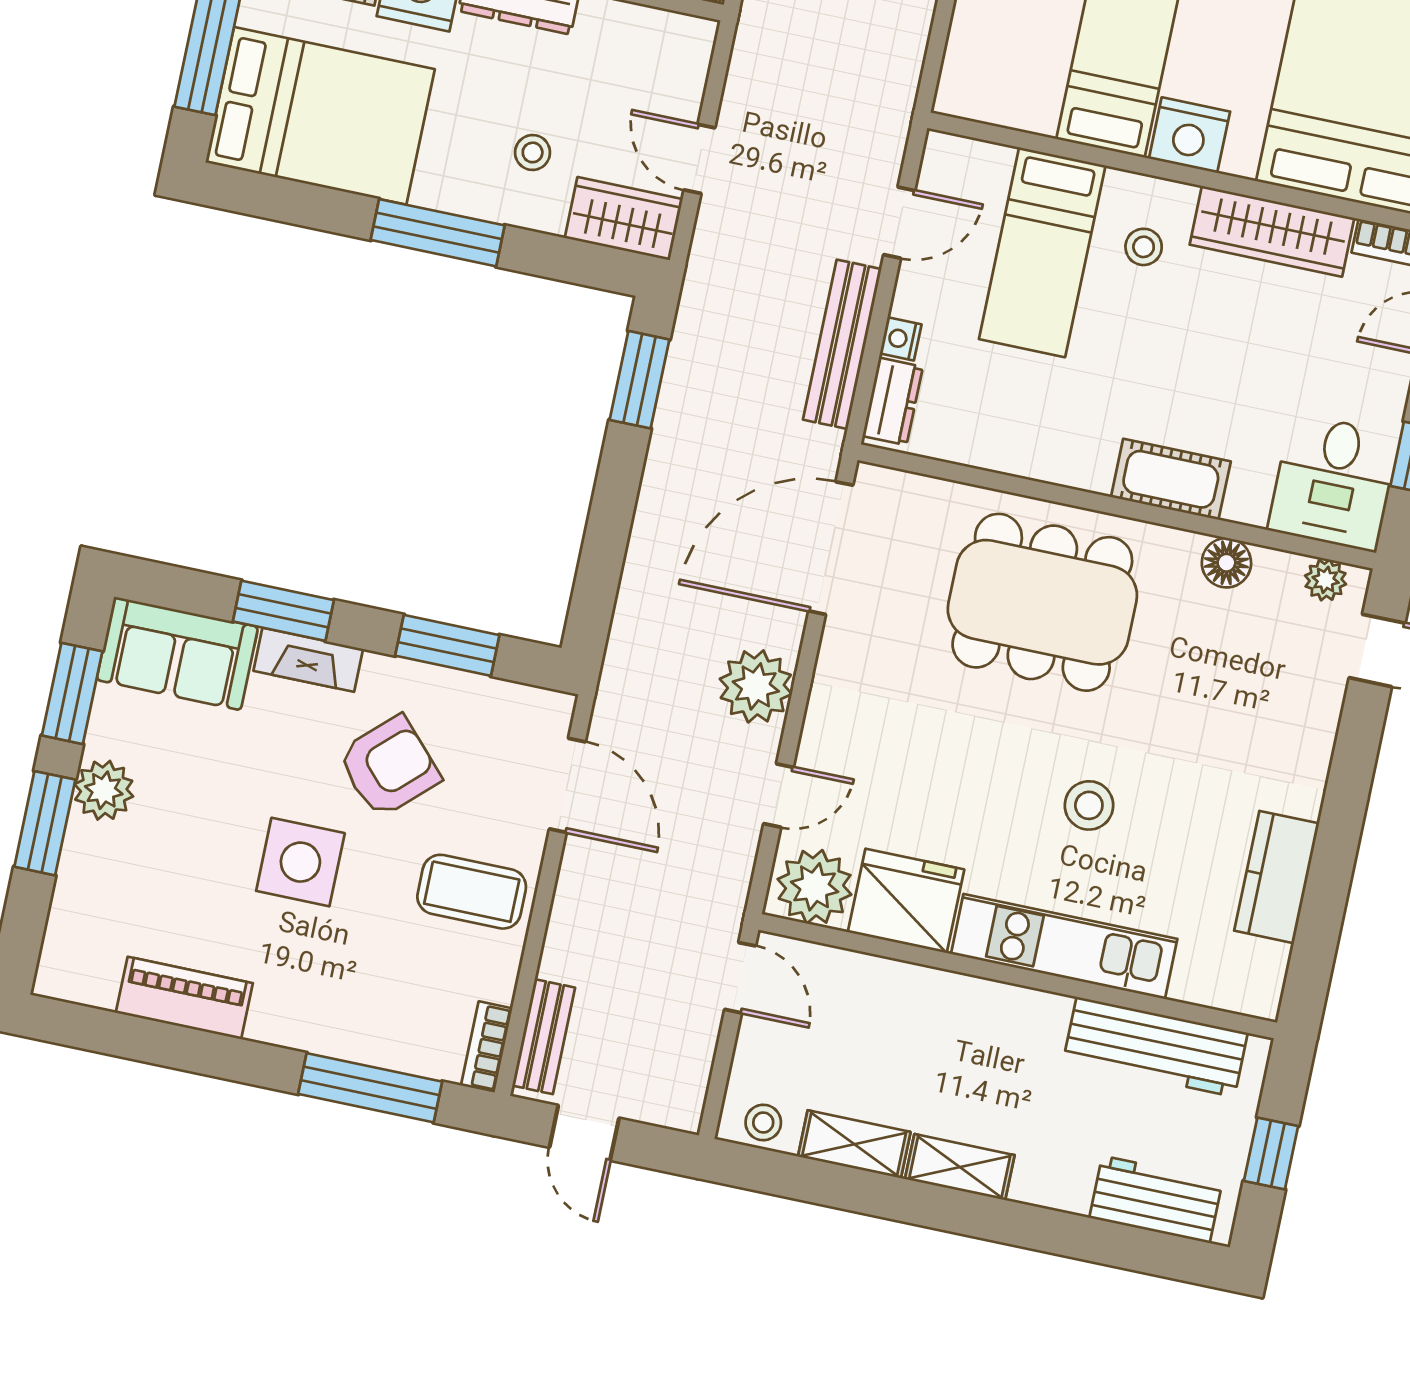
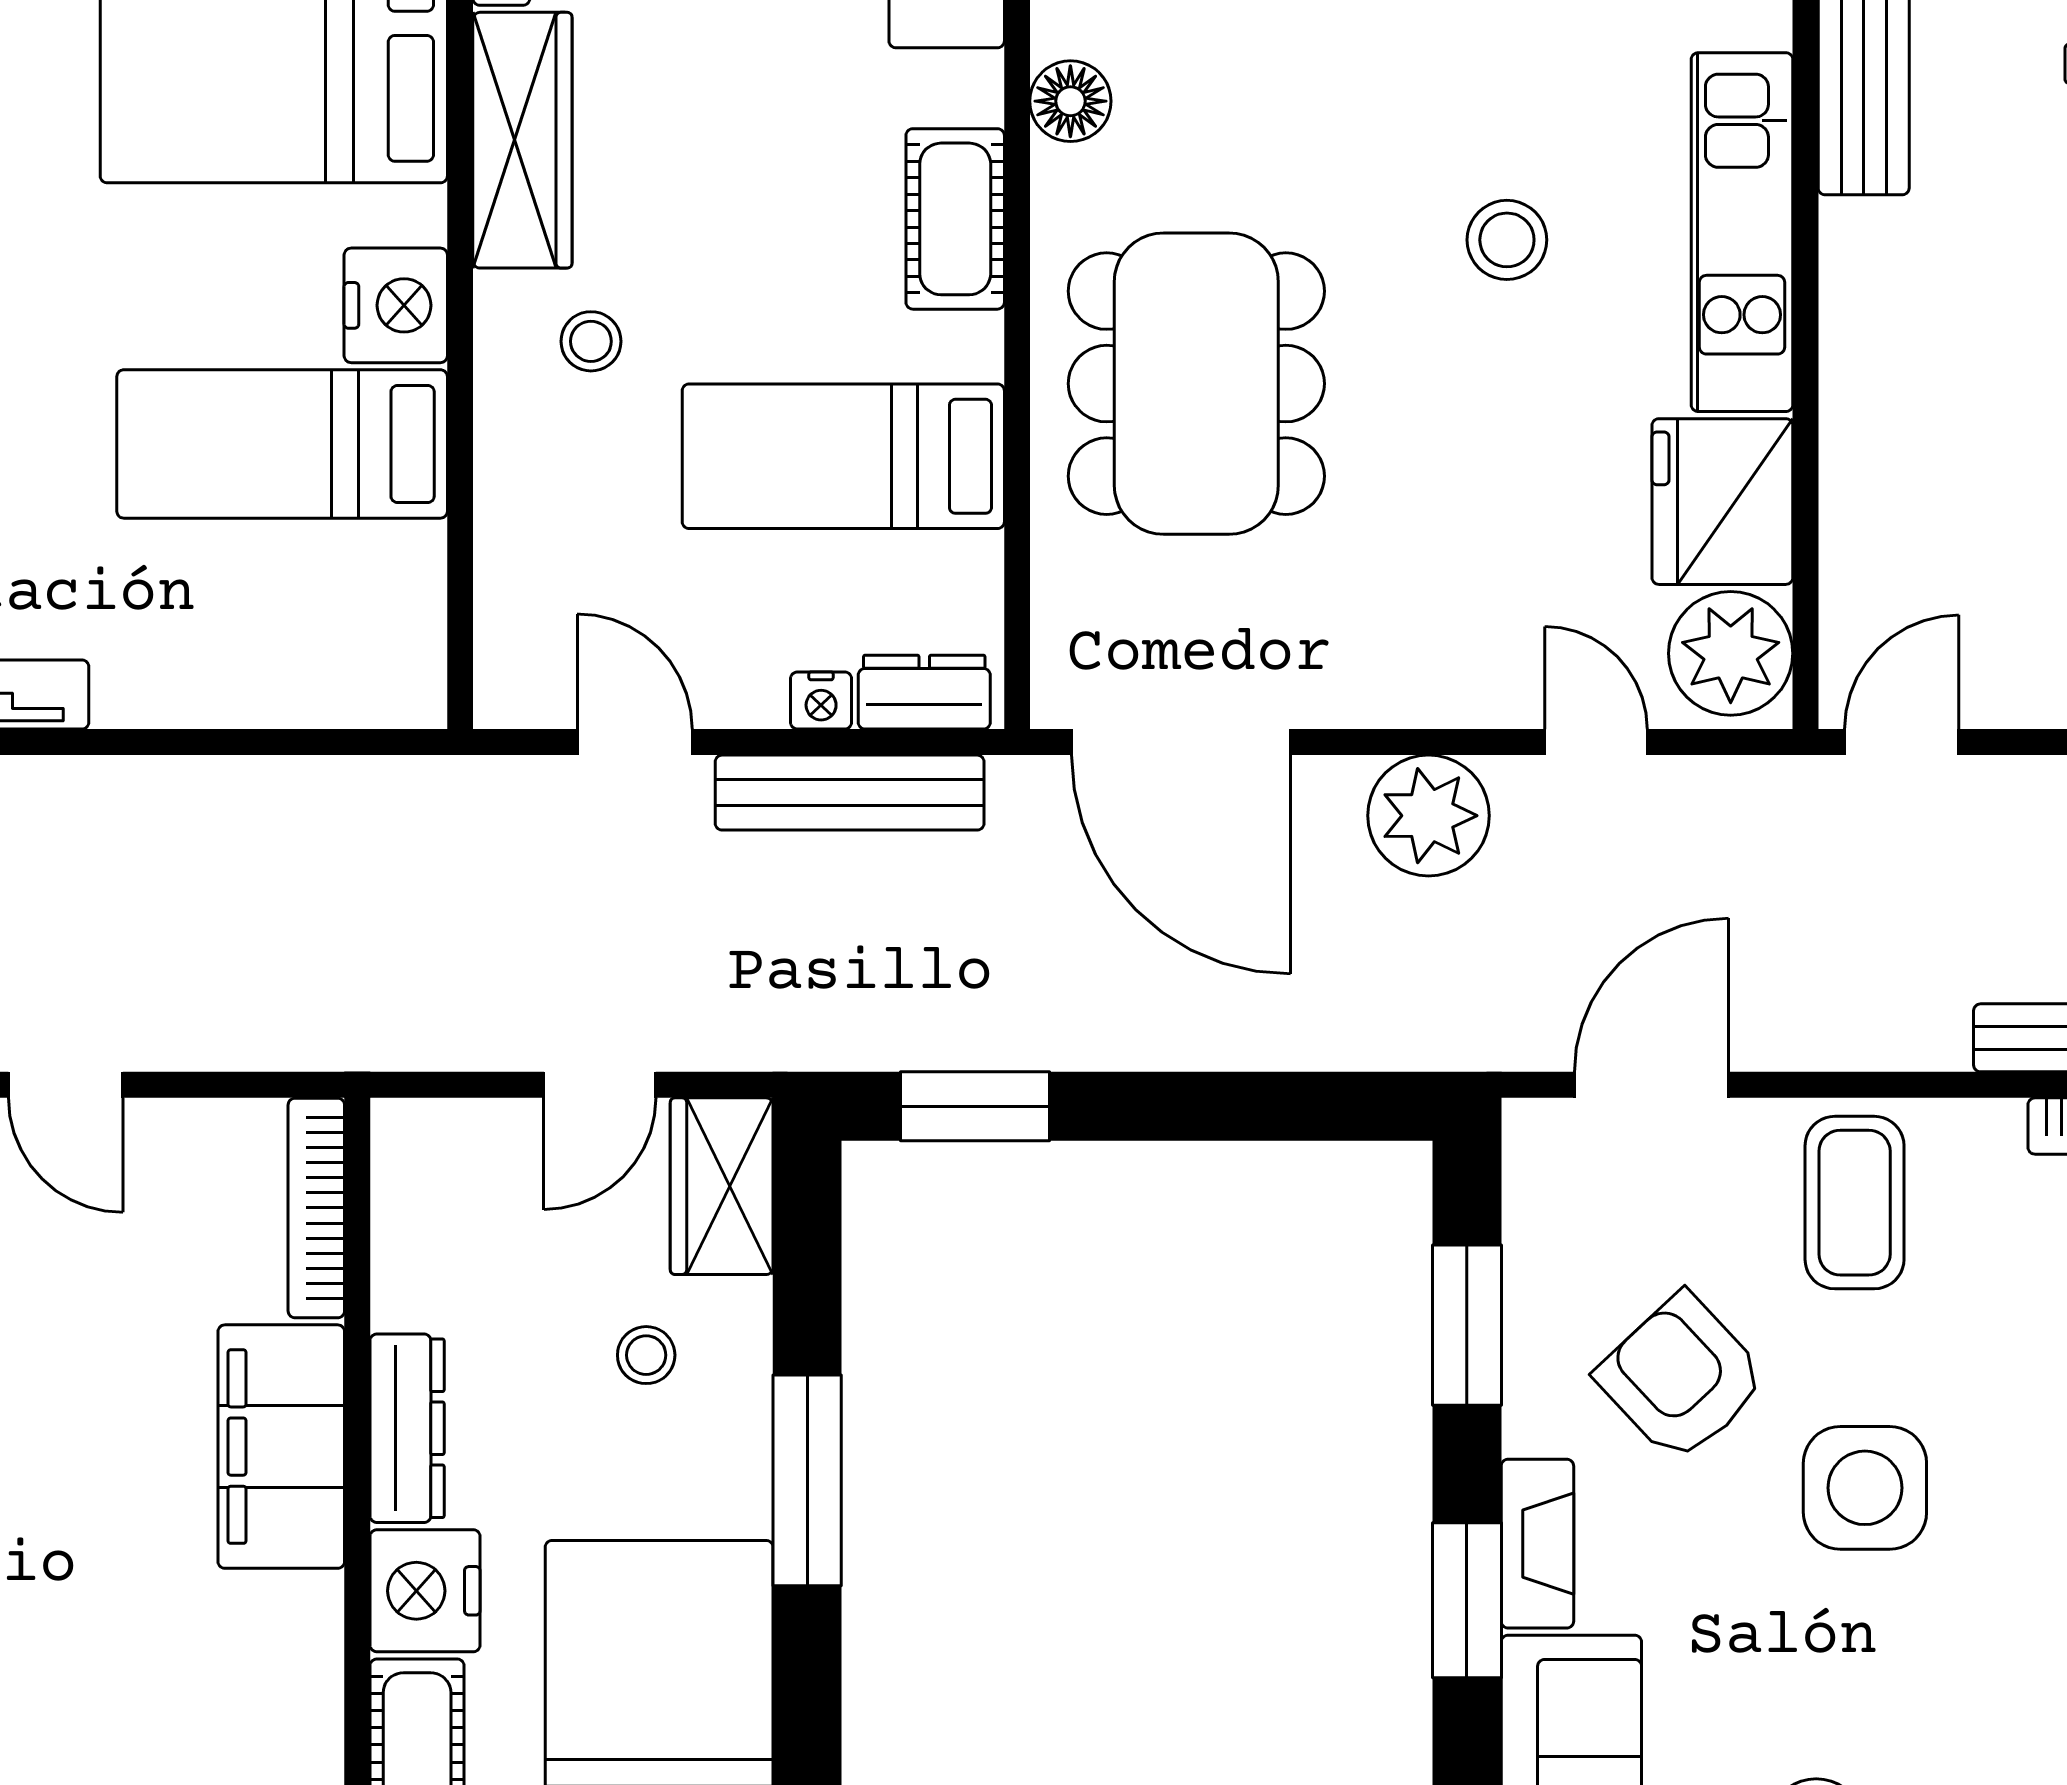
bed: (1042, 252) -> (843, 456), moved, turned 180

